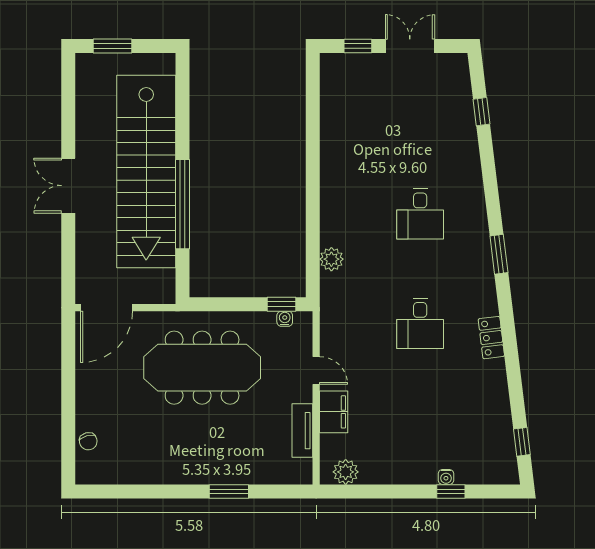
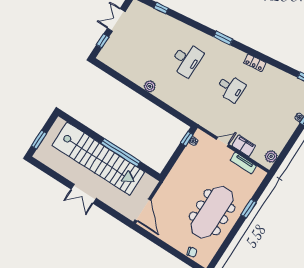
desk: (420, 214) -> (186, 59), width x1.37
plant: (331, 259) -> (150, 86), moved
meeting table: (202, 368) -> (212, 212), moved

